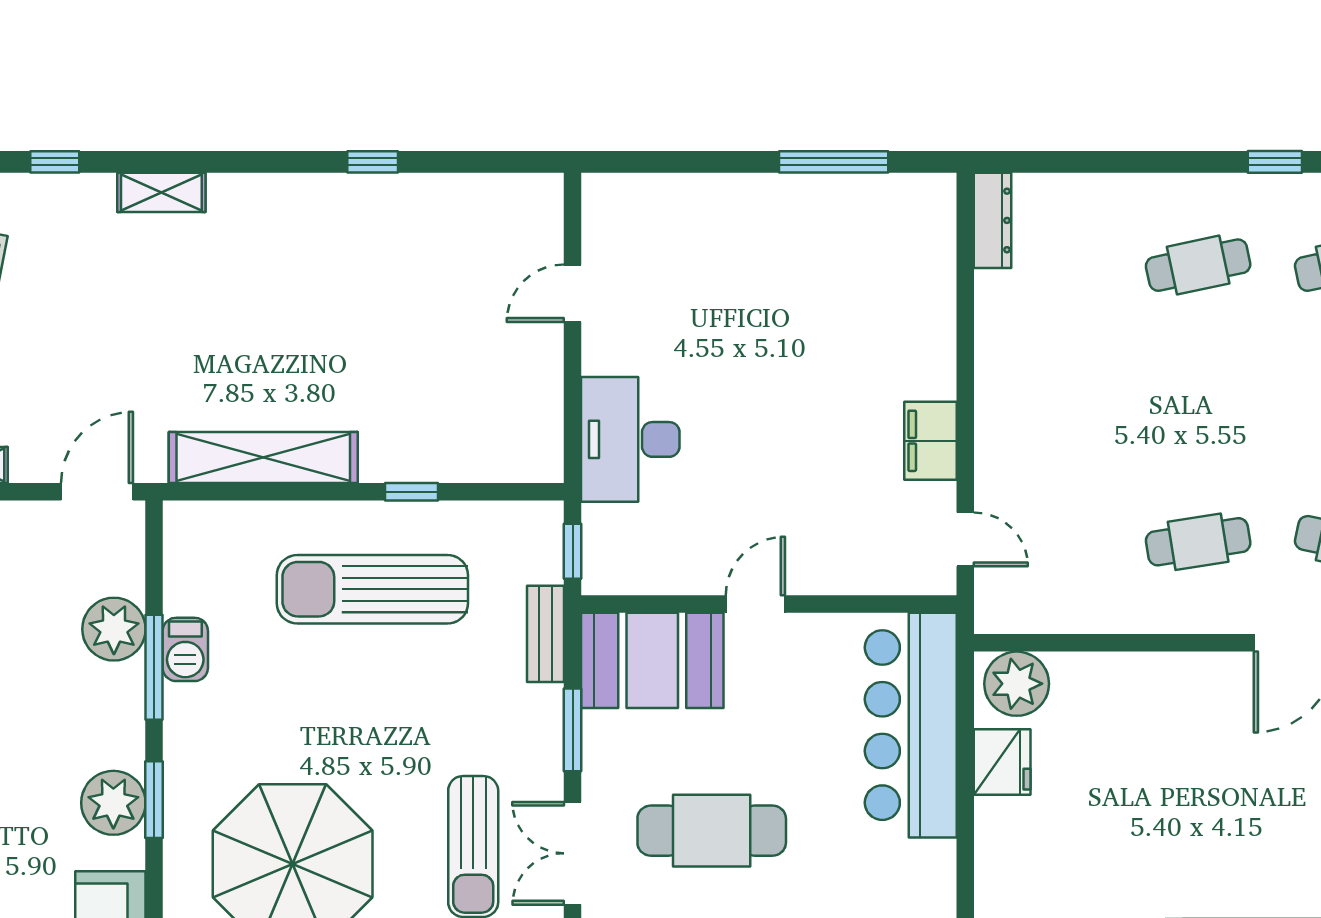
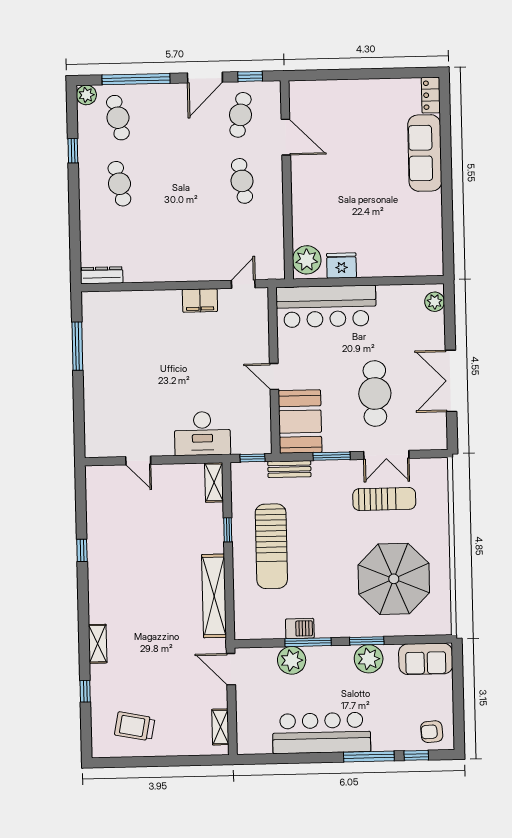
shelving: (519, 463) -> (214, 482), added

